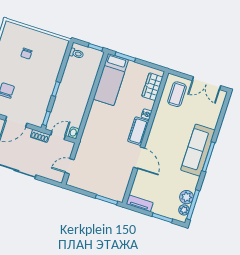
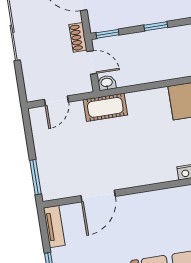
cot: (138, 131) -> (105, 107), moved
door: (139, 158) -> (98, 196), moved
door: (69, 166) -> (56, 101), swing flipped

